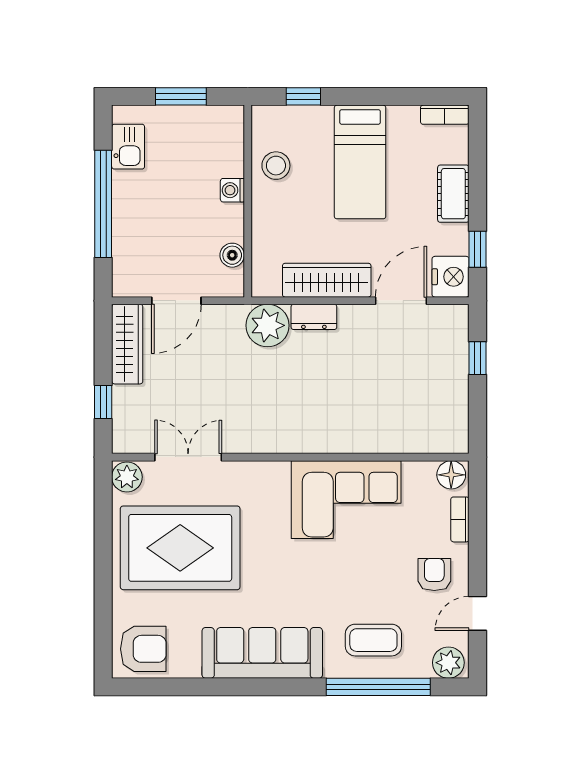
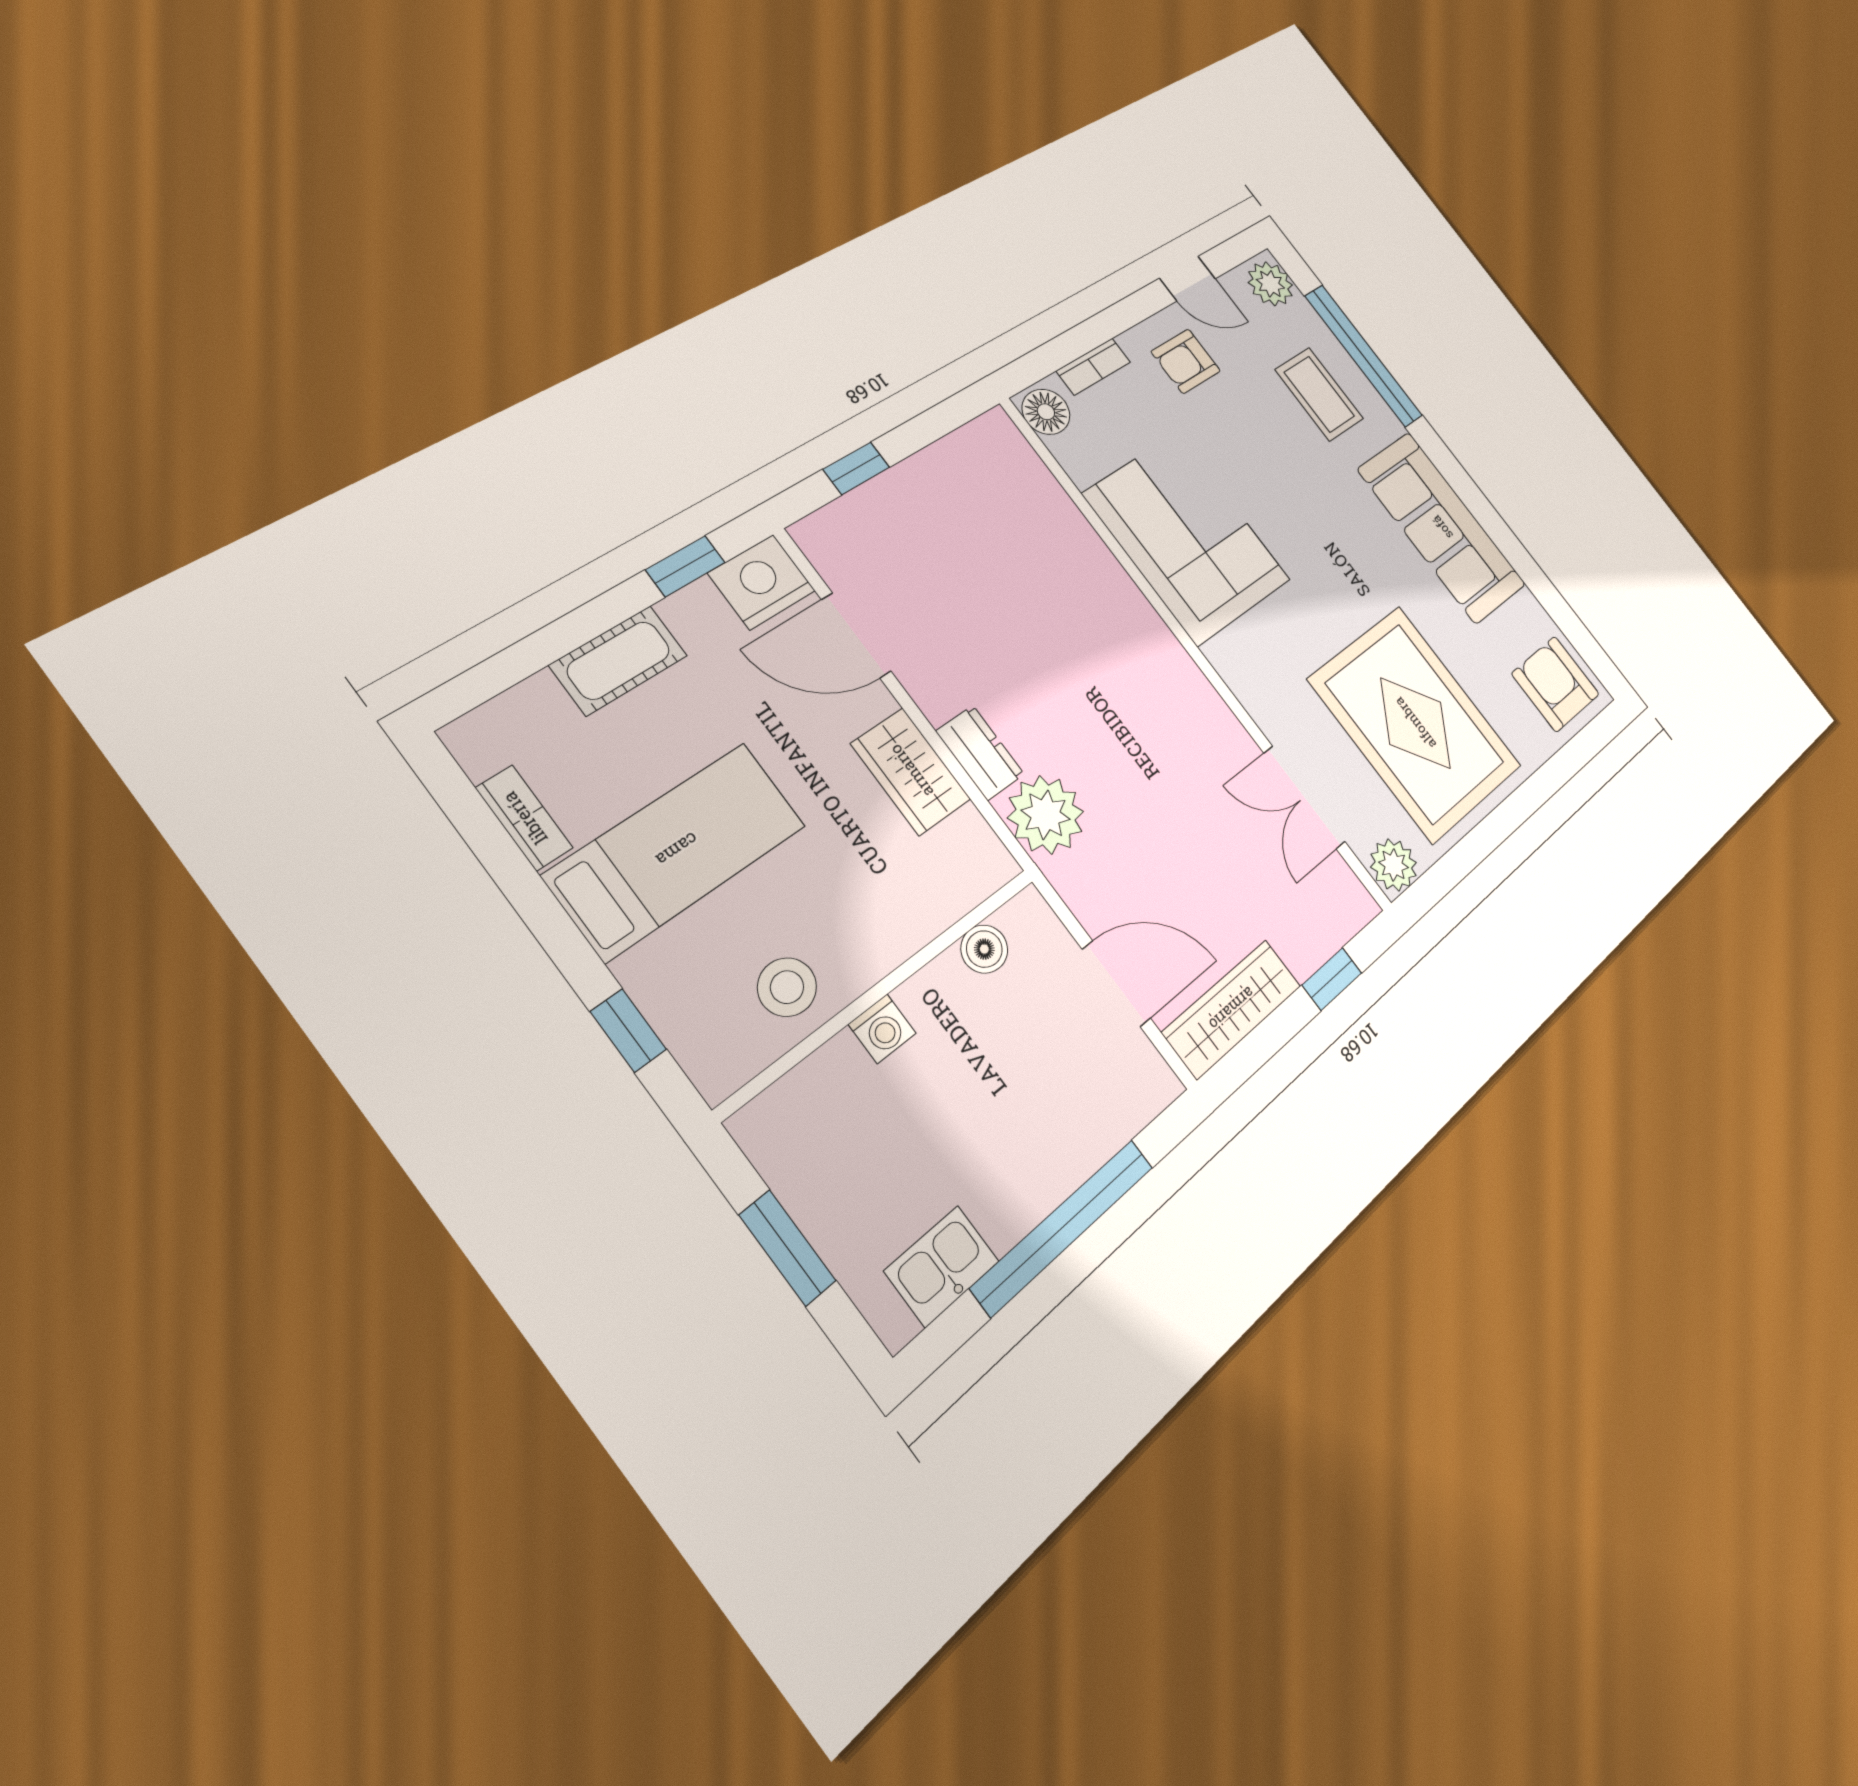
bookcase: (445, 115) -> (524, 818), moved
wardrobe: (327, 280) -> (911, 771), width x0.67

